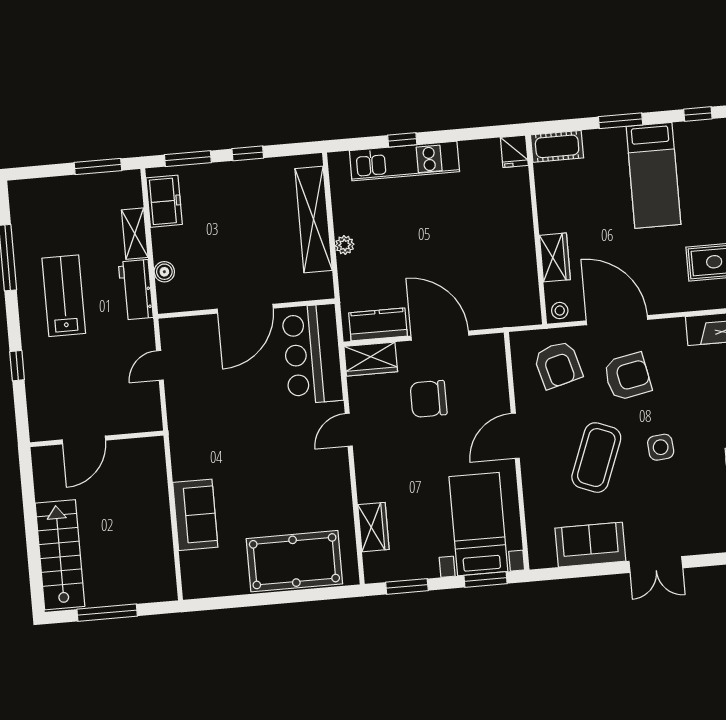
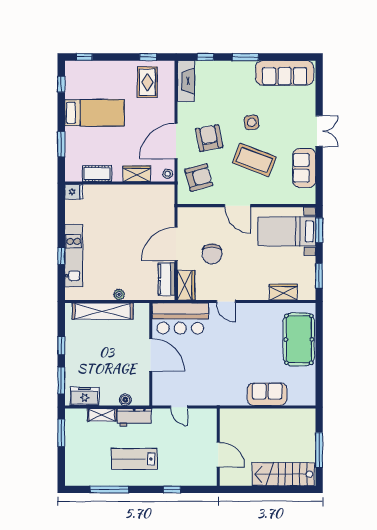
window: (621, 121) -> (61, 144), moved
cot: (557, 146) -> (97, 174), moved, turned 90

